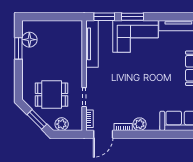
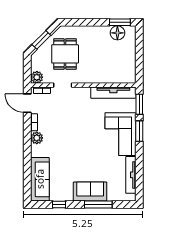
window: (18, 48) -> (120, 22), moved
plant: (62, 124) -> (37, 77), moved

